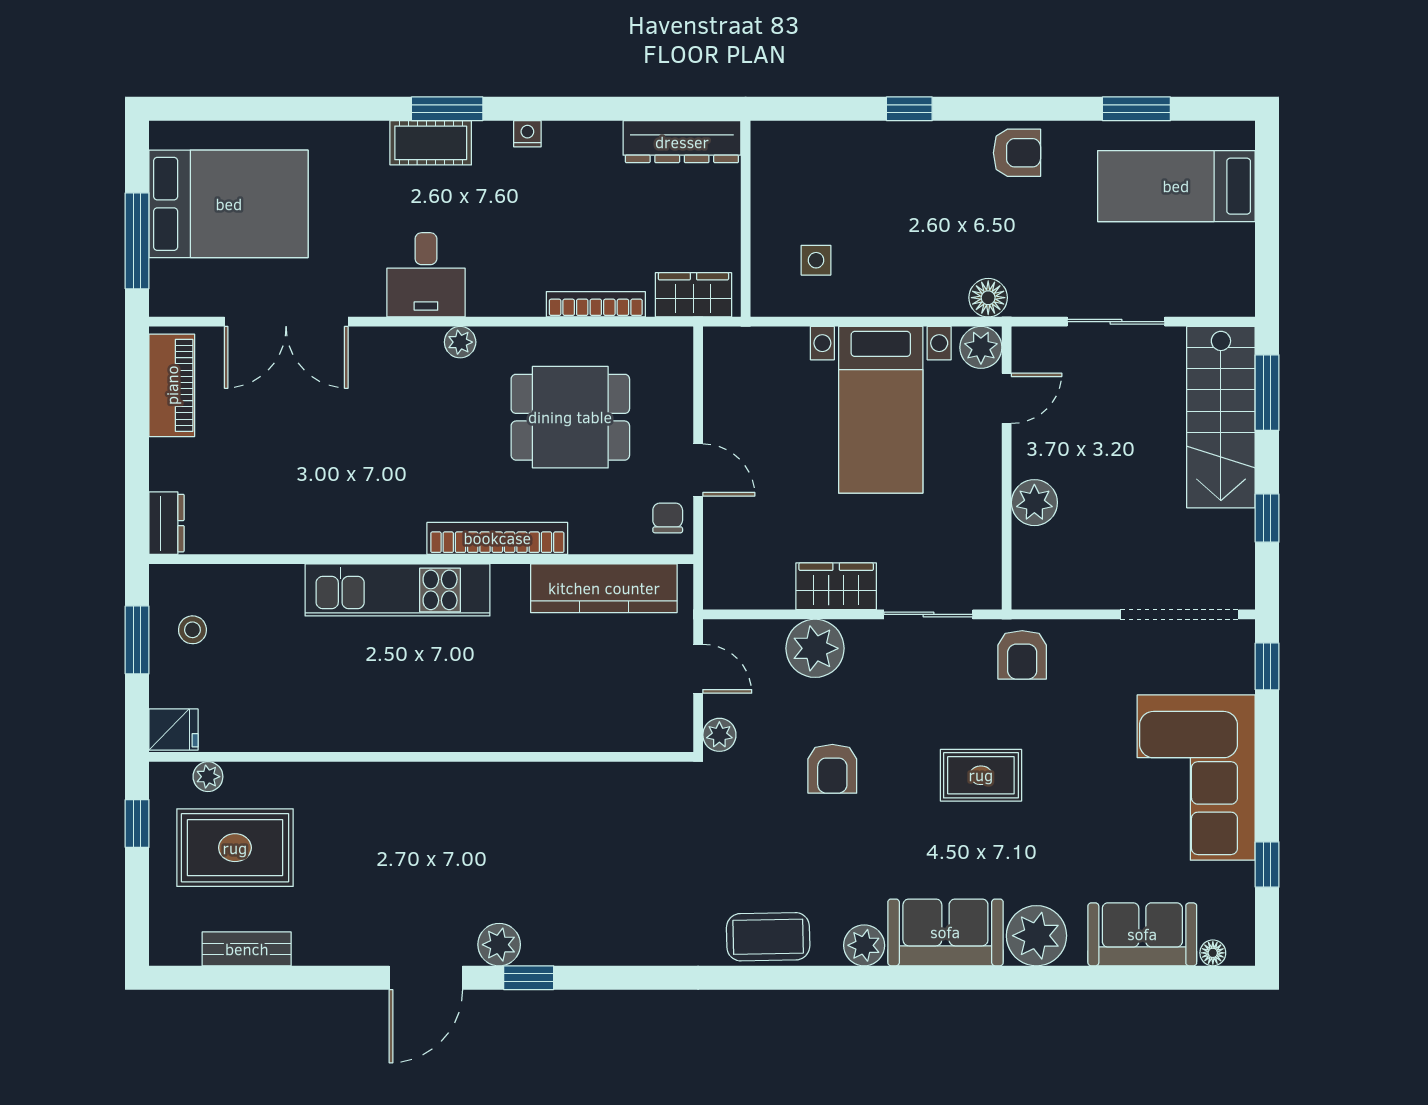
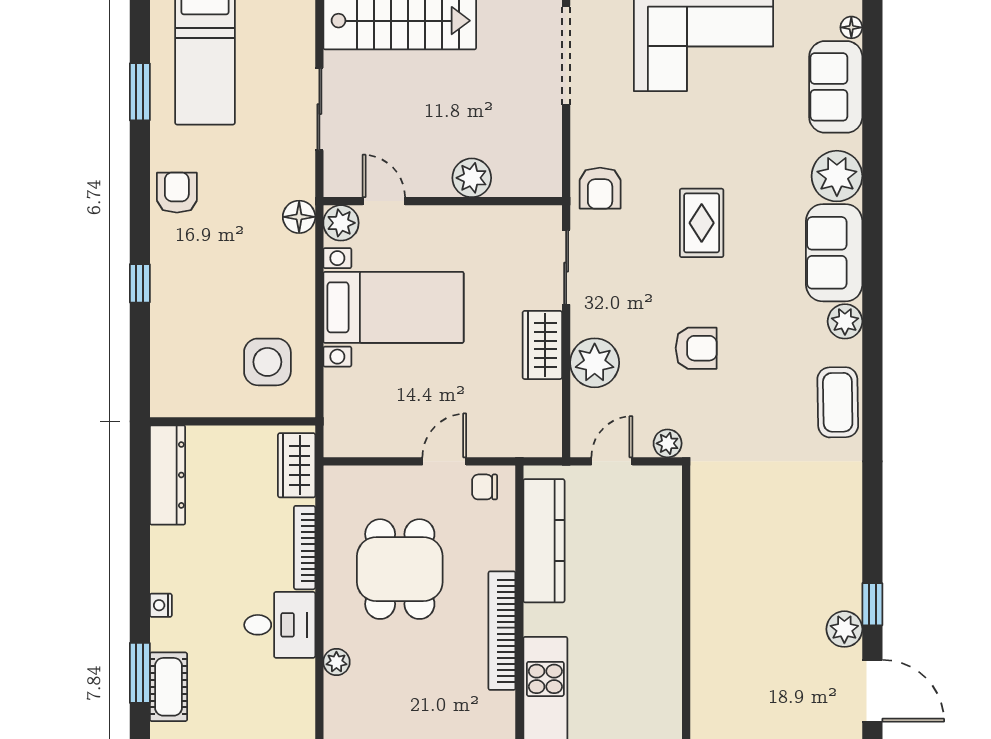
side table: (816, 260) -> (267, 362), width x1.87, depth x1.87
desk: (426, 275) -> (280, 625), moved
armchair: (1022, 655) -> (600, 188), turned 90

